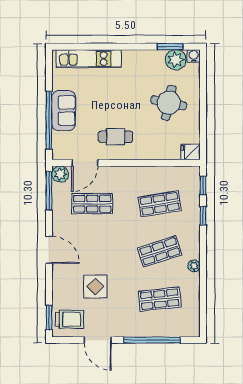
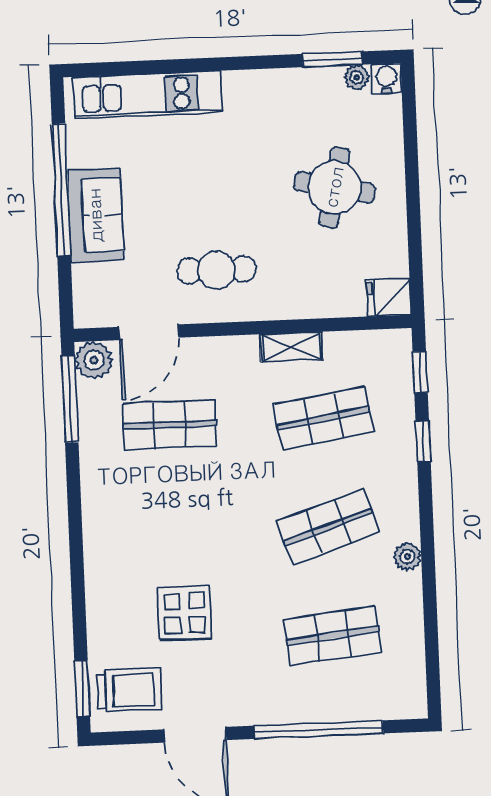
plant: (176, 60) -> (357, 77), width x0.53, depth x0.53
window: (49, 120) -> (61, 190), moved
shelving: (147, 172) -> (291, 347), added
door: (49, 250) -> (76, 534), removed

